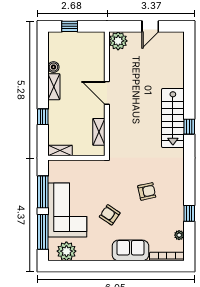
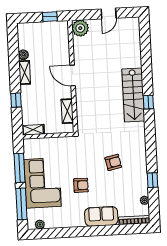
window: (70, 26) -> (50, 17), moved
armchair: (110, 215) -> (81, 185), turned 146
plant: (66, 251) -> (40, 224), width x0.53, depth x0.53

